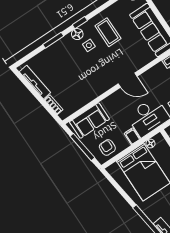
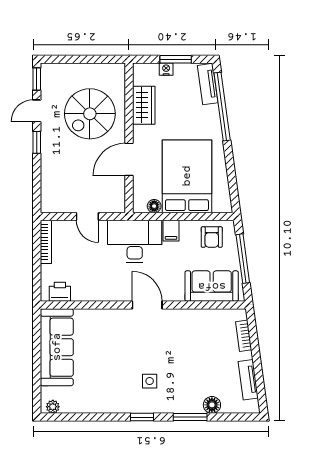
coffee table: (108, 32) -> (115, 382), removed
floor lamp: (77, 34) -> (212, 405), moved
door: (128, 80) -> (147, 305), moved
tv unit: (35, 82) -> (248, 380), width x0.71

